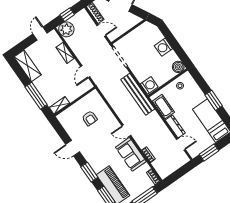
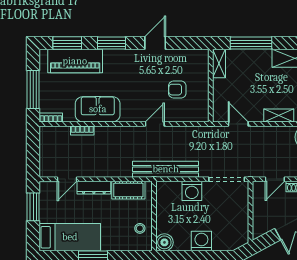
washing machine: (149, 85) -> (192, 191), moved
door: (126, 131) -> (155, 124), moved

